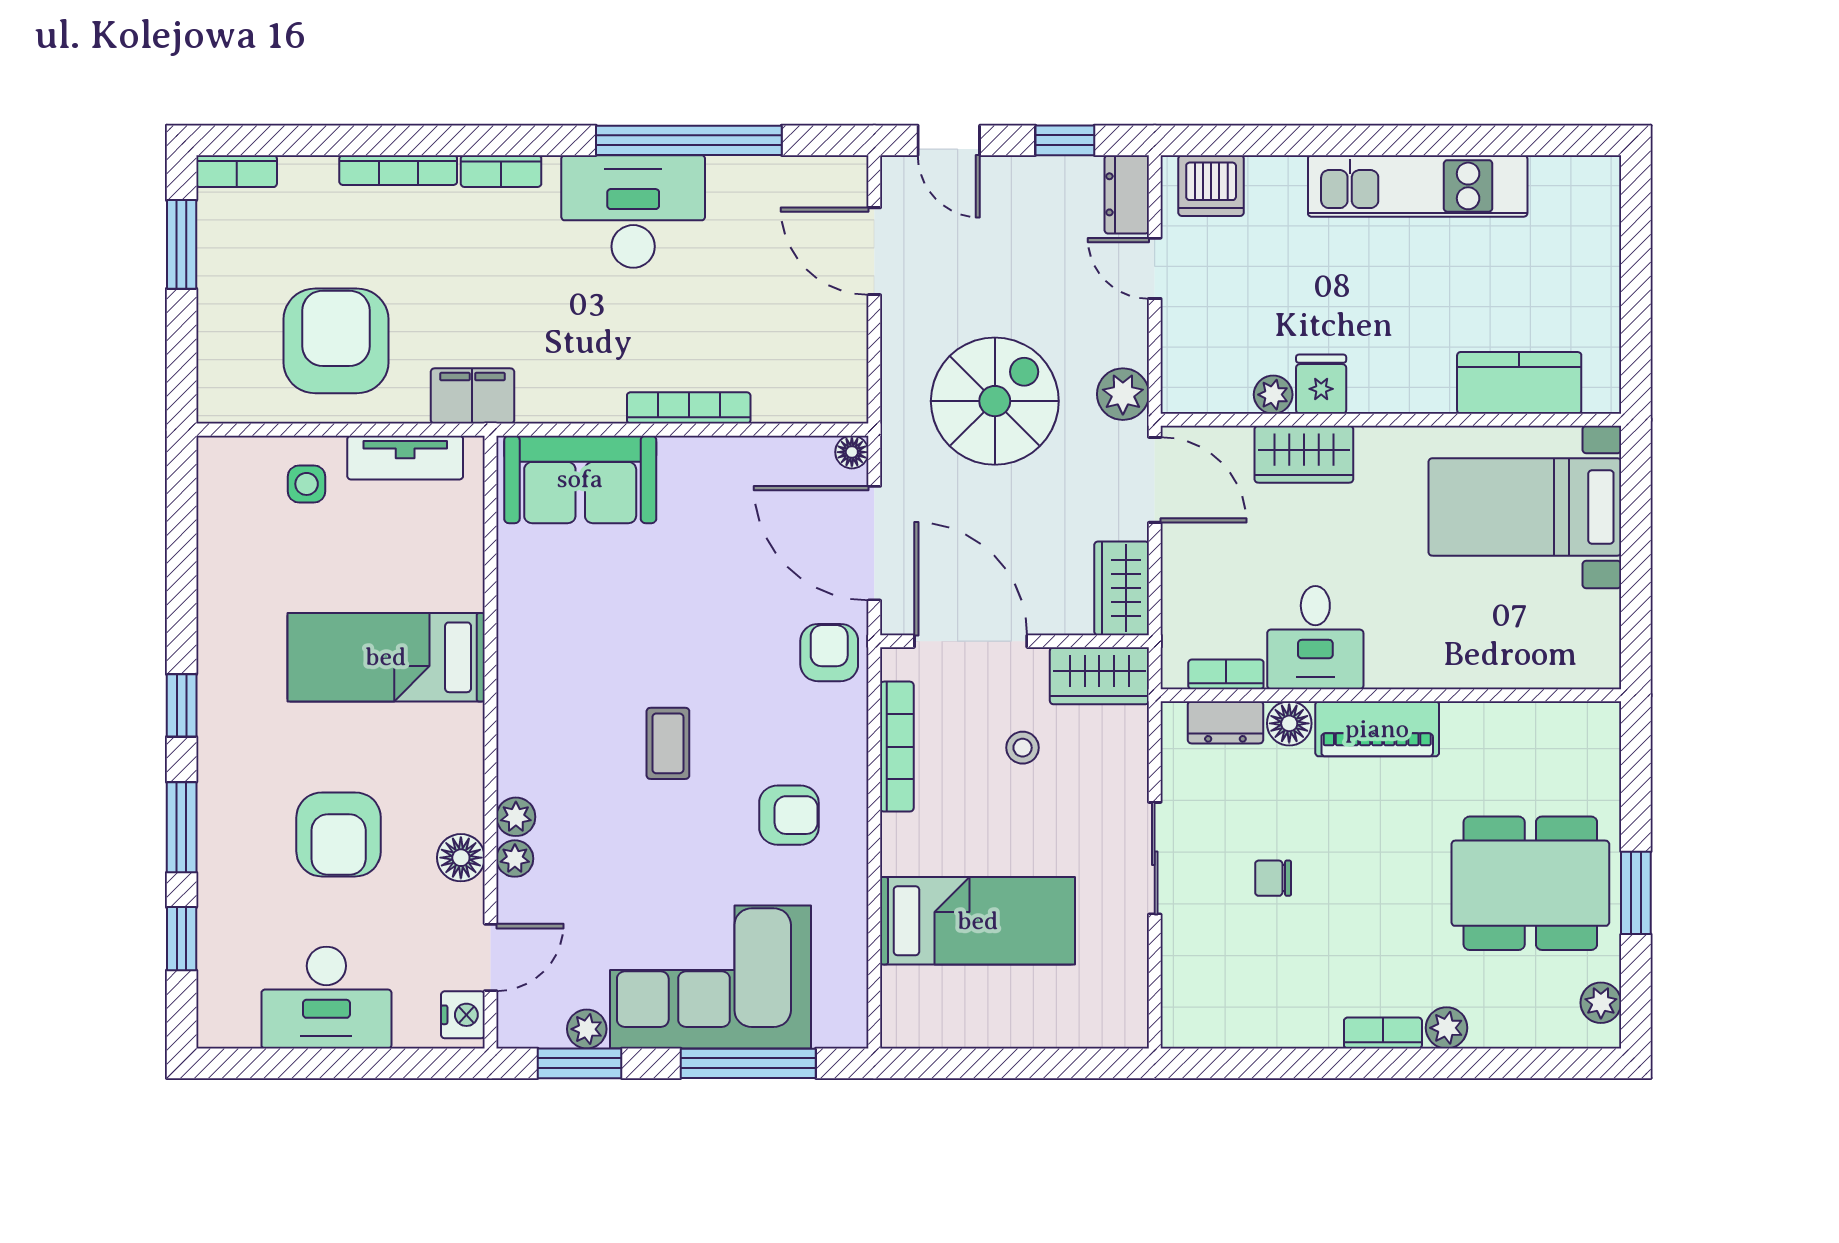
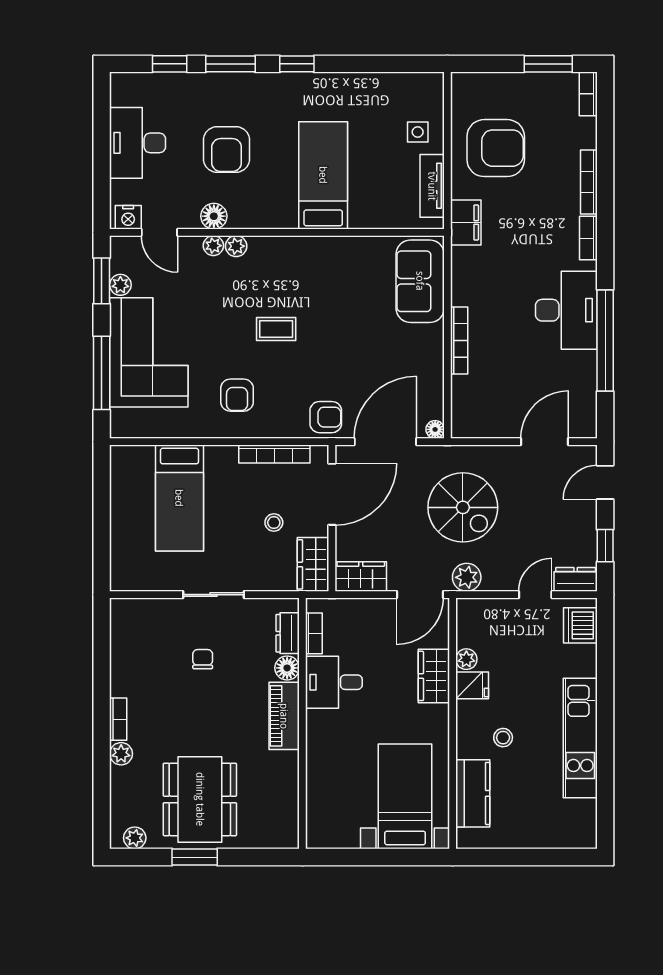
stool: (1417, 327) -> (503, 738), added
armchair: (339, 834) -> (227, 149), turned -90

